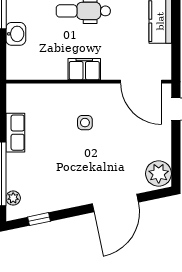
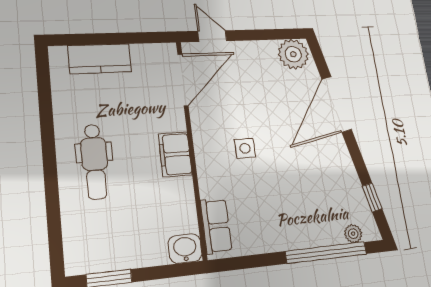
washbasin: (16, 34) -> (185, 249), moved
row of seats: (15, 133) -> (216, 226), moved, turned 90
door: (115, 203) -> (336, 104), swing flipped

